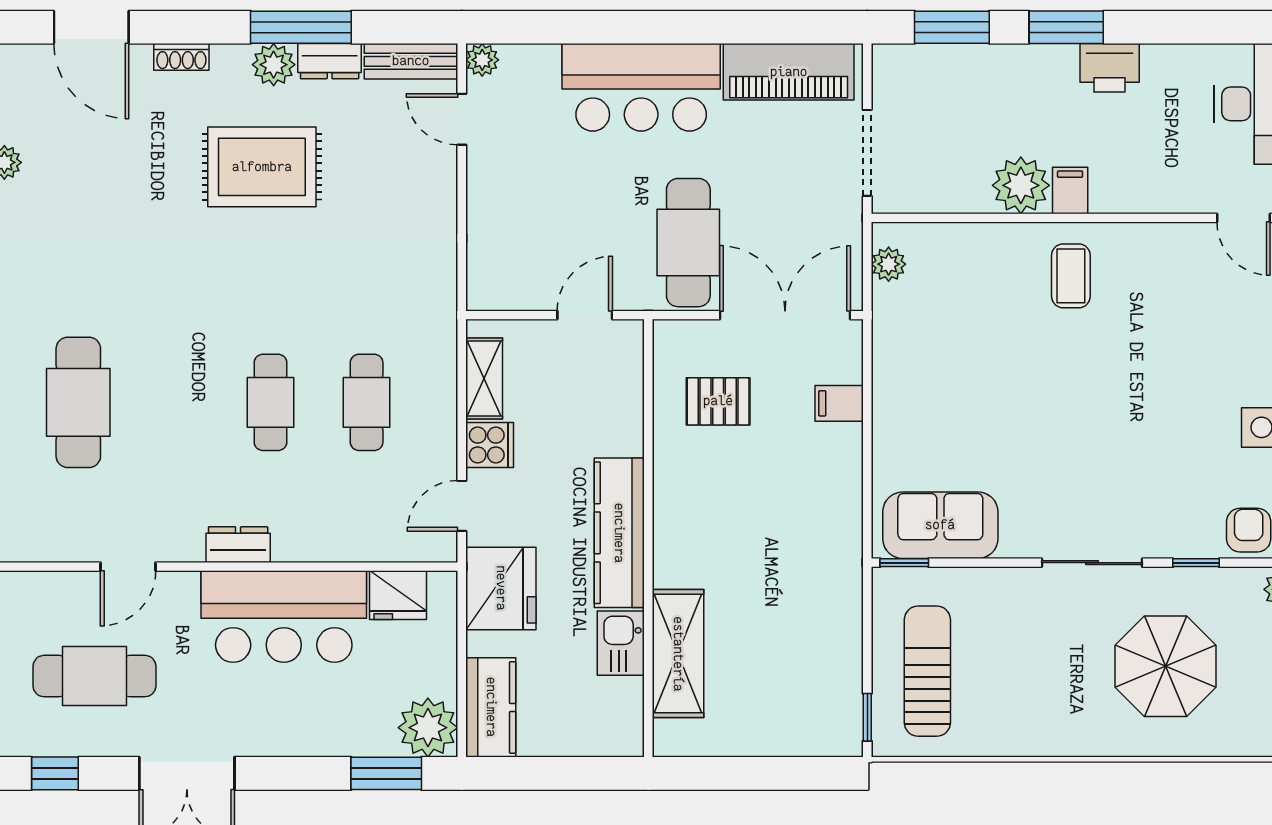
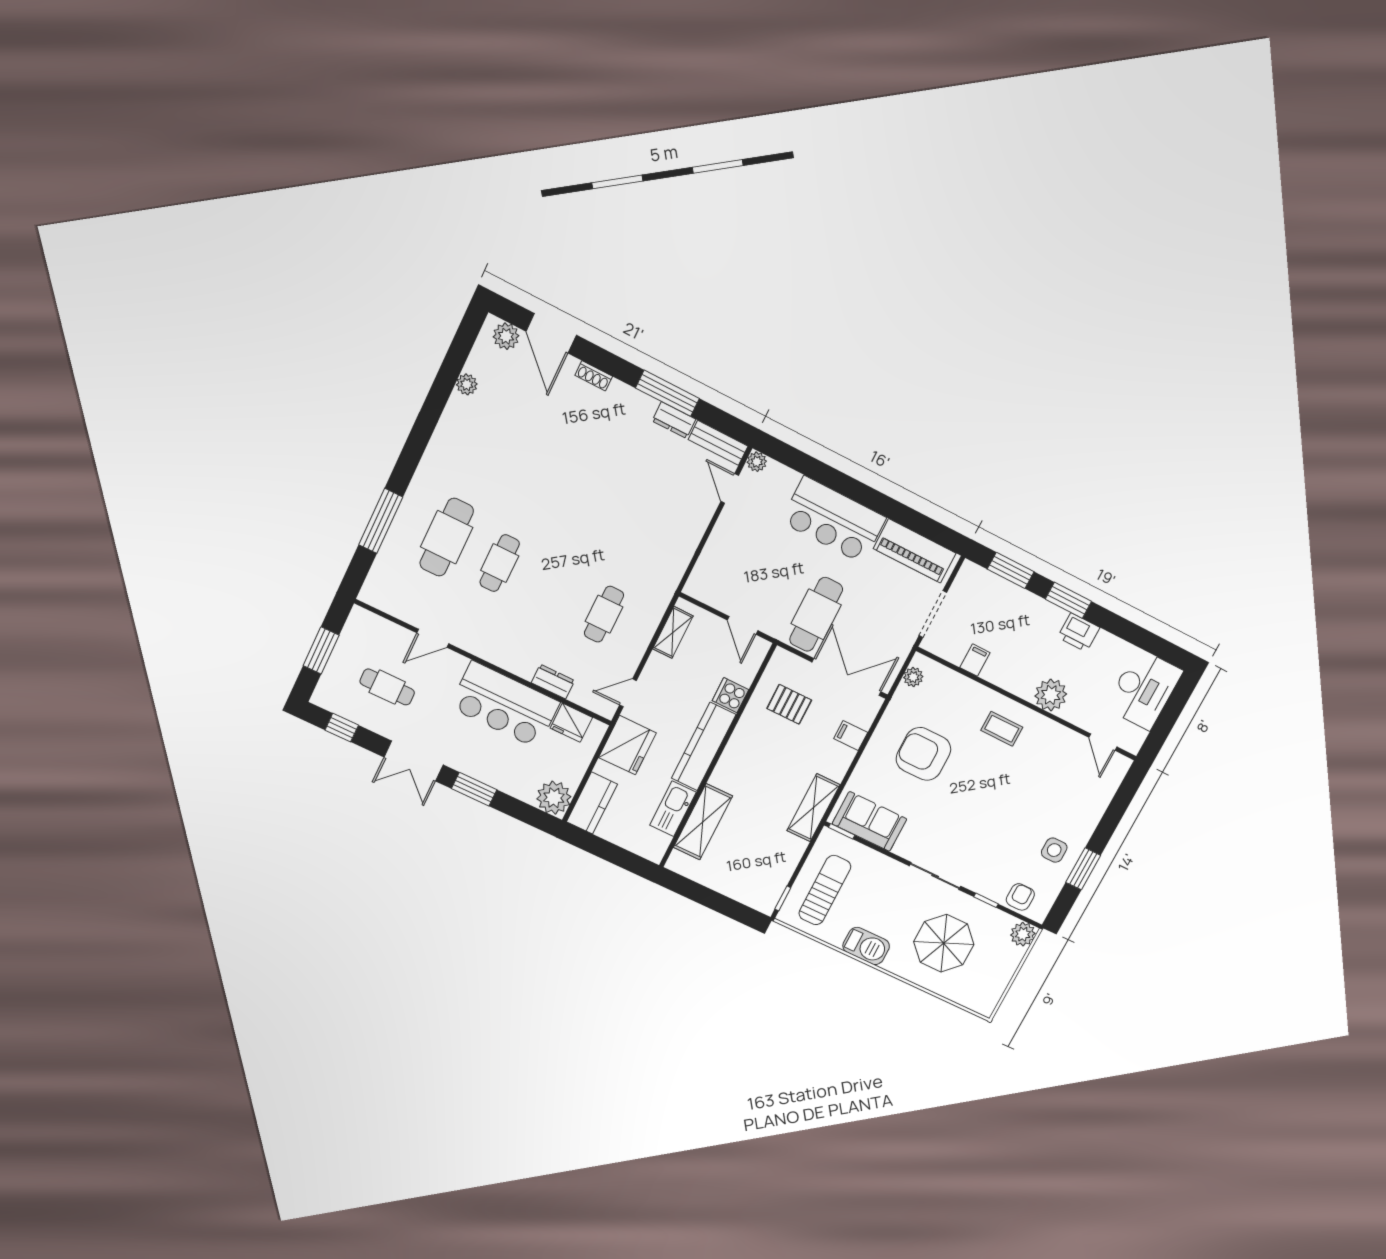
plant: (274, 65) -> (506, 336), moved
rug: (262, 167) -> (609, 459), removed
plant: (1021, 185) -> (1051, 695), moved
filing cabinet: (1070, 190) -> (975, 660), moved
coffee table: (1071, 276) -> (1002, 729), turned 90
door: (585, 315) -> (743, 625), swing flipped
armchair: (969, 376) -> (923, 754), added
cafe table: (270, 402) -> (500, 563), moved
cooker: (490, 445) -> (731, 695), moved, turned 180
dresser: (238, 545) -> (553, 682), moved
shelving: (840, 546) -> (814, 808), added
kitchen sink: (621, 643) -> (673, 809), width x1.38
cafe table: (94, 676) -> (387, 687), width x0.73, depth x0.74
barbecue: (1042, 731) -> (866, 946), added
window: (386, 773) -> (474, 789), moved

